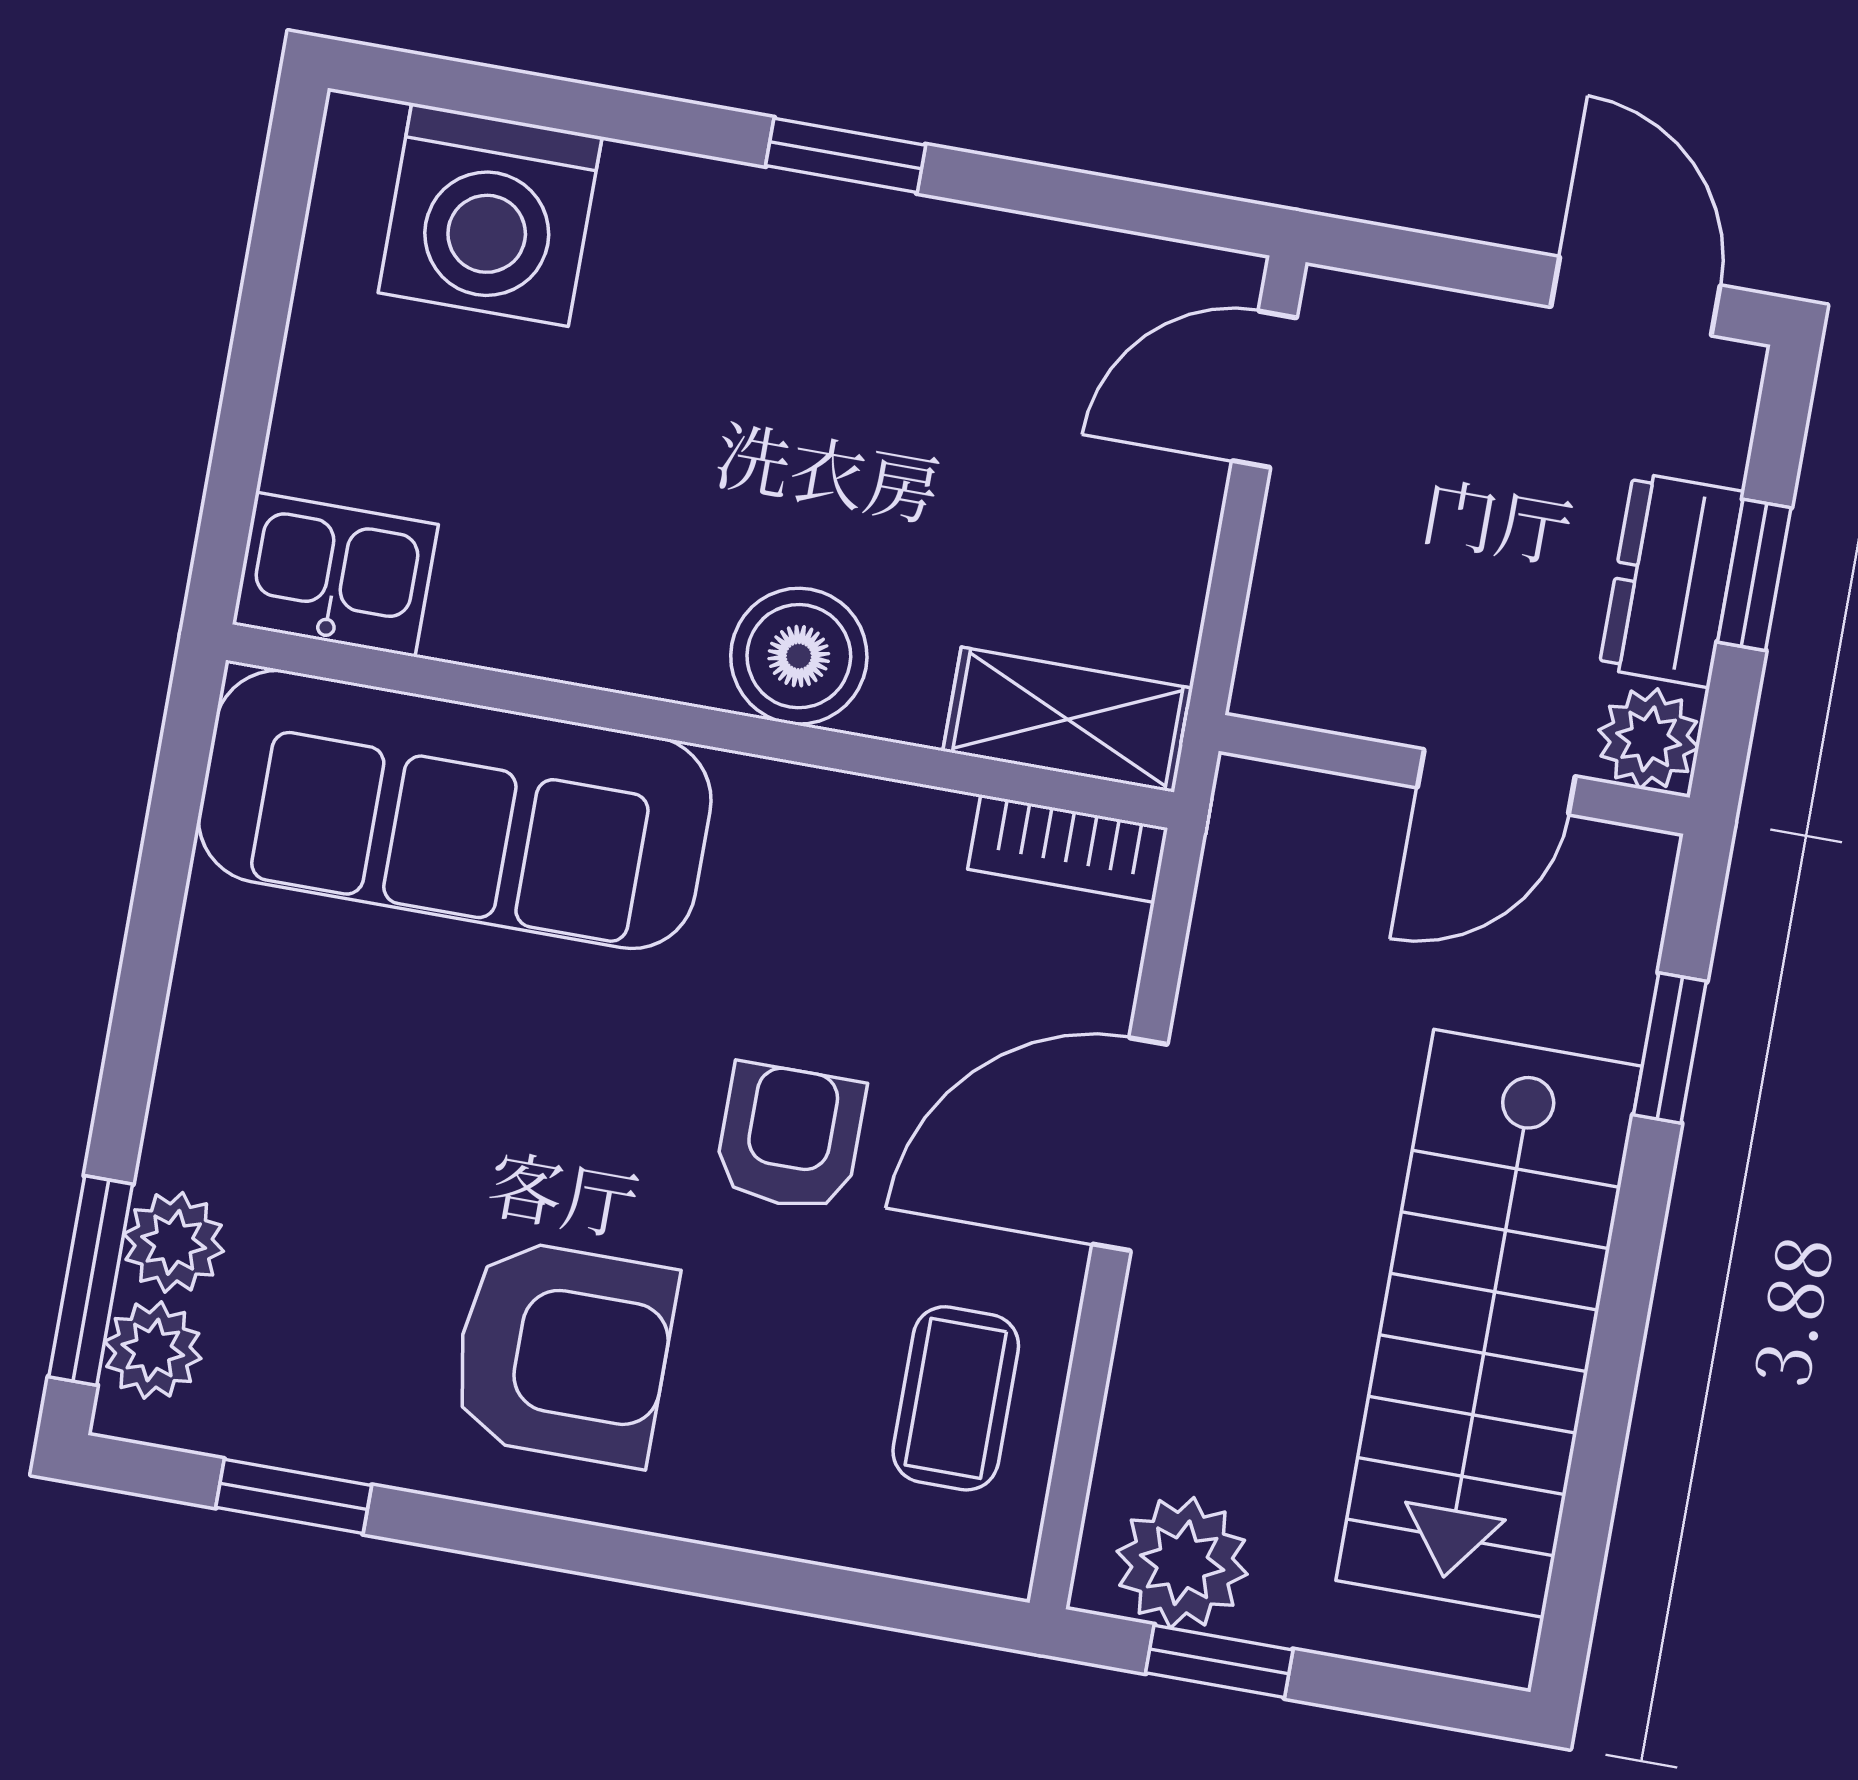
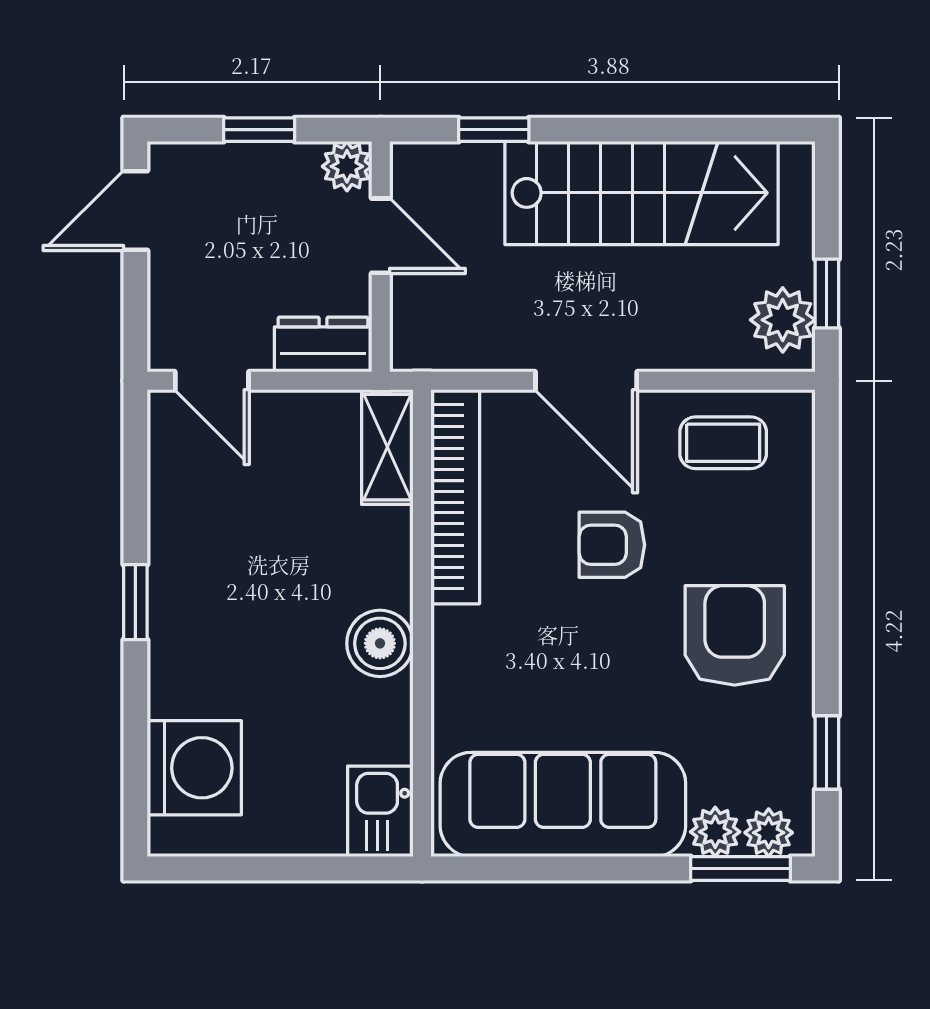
dresser: (1672, 580) -> (323, 345), moved, turned 180
boiler: (799, 656) -> (380, 643), moved
sofa: (455, 809) -> (563, 804), moved, turned -90
bookcase: (1068, 849) -> (455, 497), width x2.31, depth x1.31

